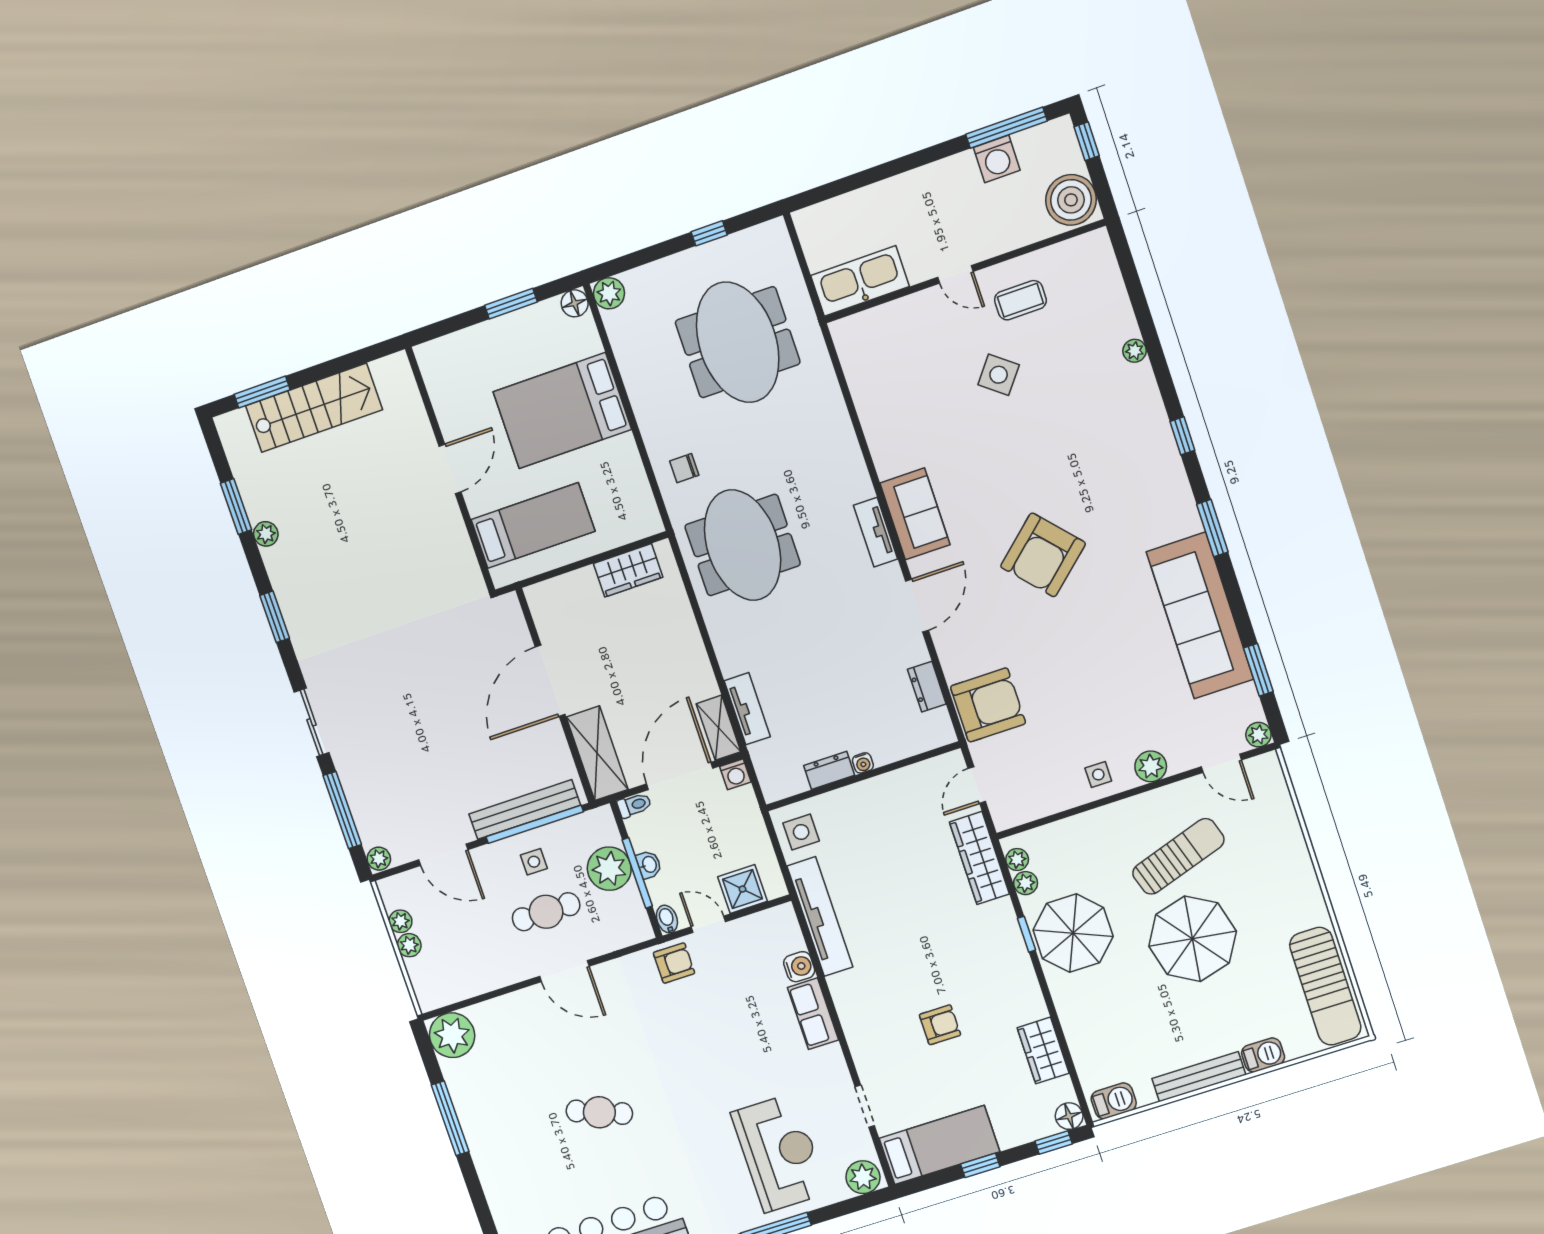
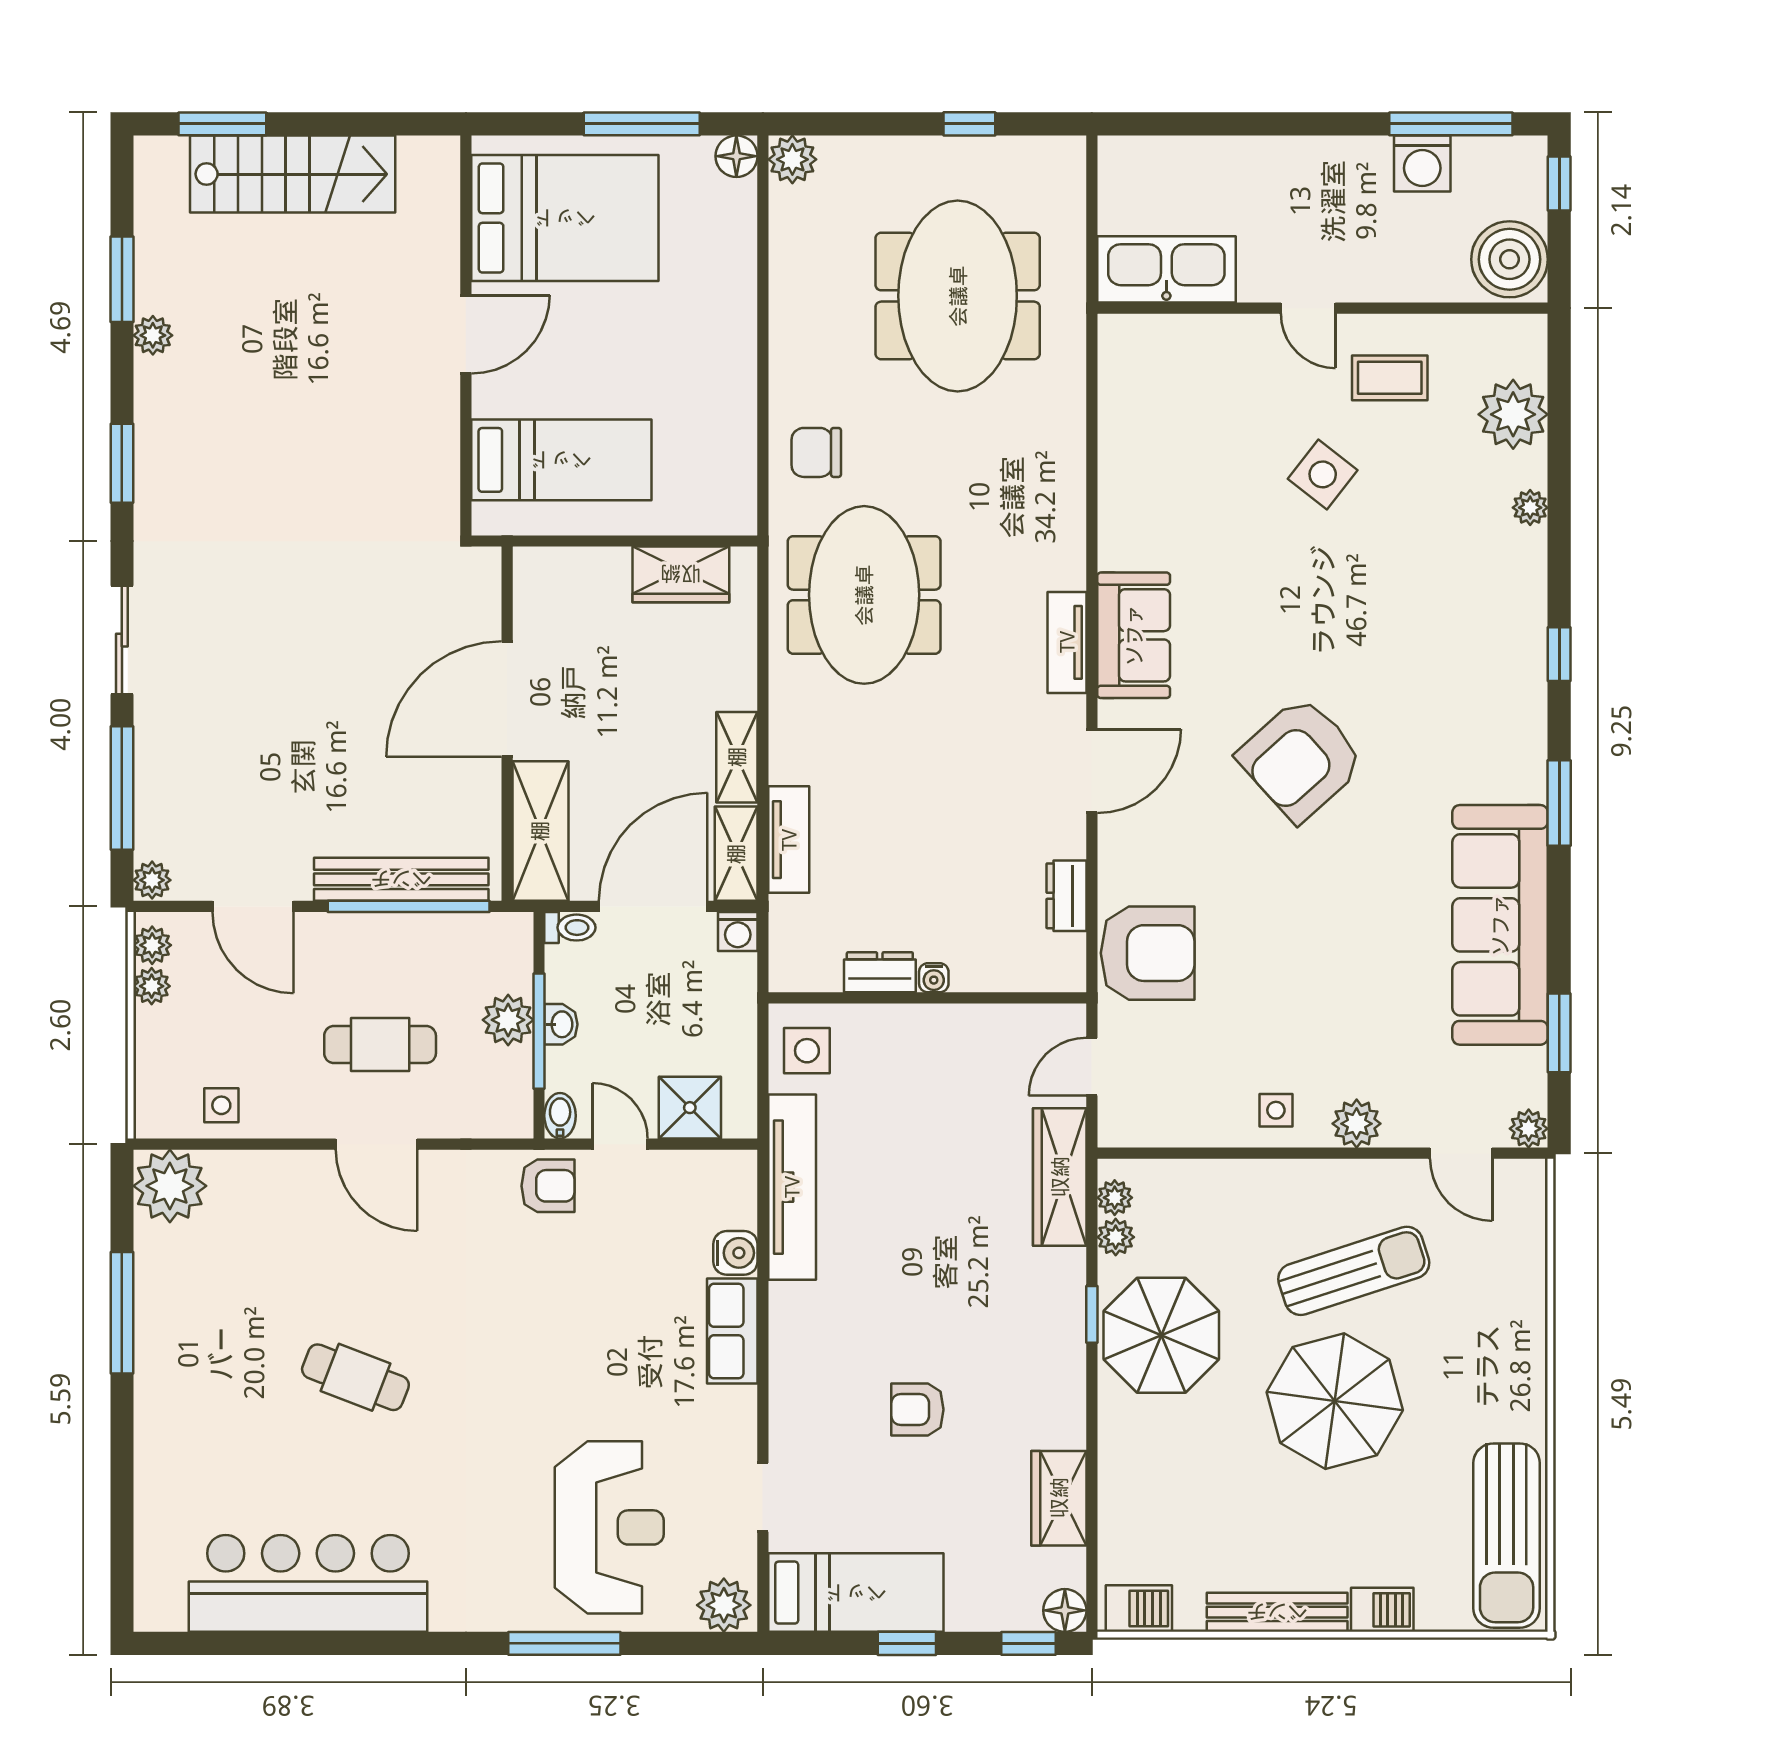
plant: (1105, 296) -> (1513, 414), added
window: (511, 304) -> (642, 124), width x1.44
bed: (562, 411) -> (565, 218), moved, turned 180
chair: (684, 468) -> (816, 452), width x1.37, depth x1.37
shelving: (699, 669) -> (737, 757), added
side table: (534, 862) -> (221, 1105), moved
plant: (609, 869) -> (508, 1020), width x0.73, depth x0.73
plant: (409, 945) -> (152, 945), moved
armchair: (940, 1025) -> (917, 1410), turned 180

